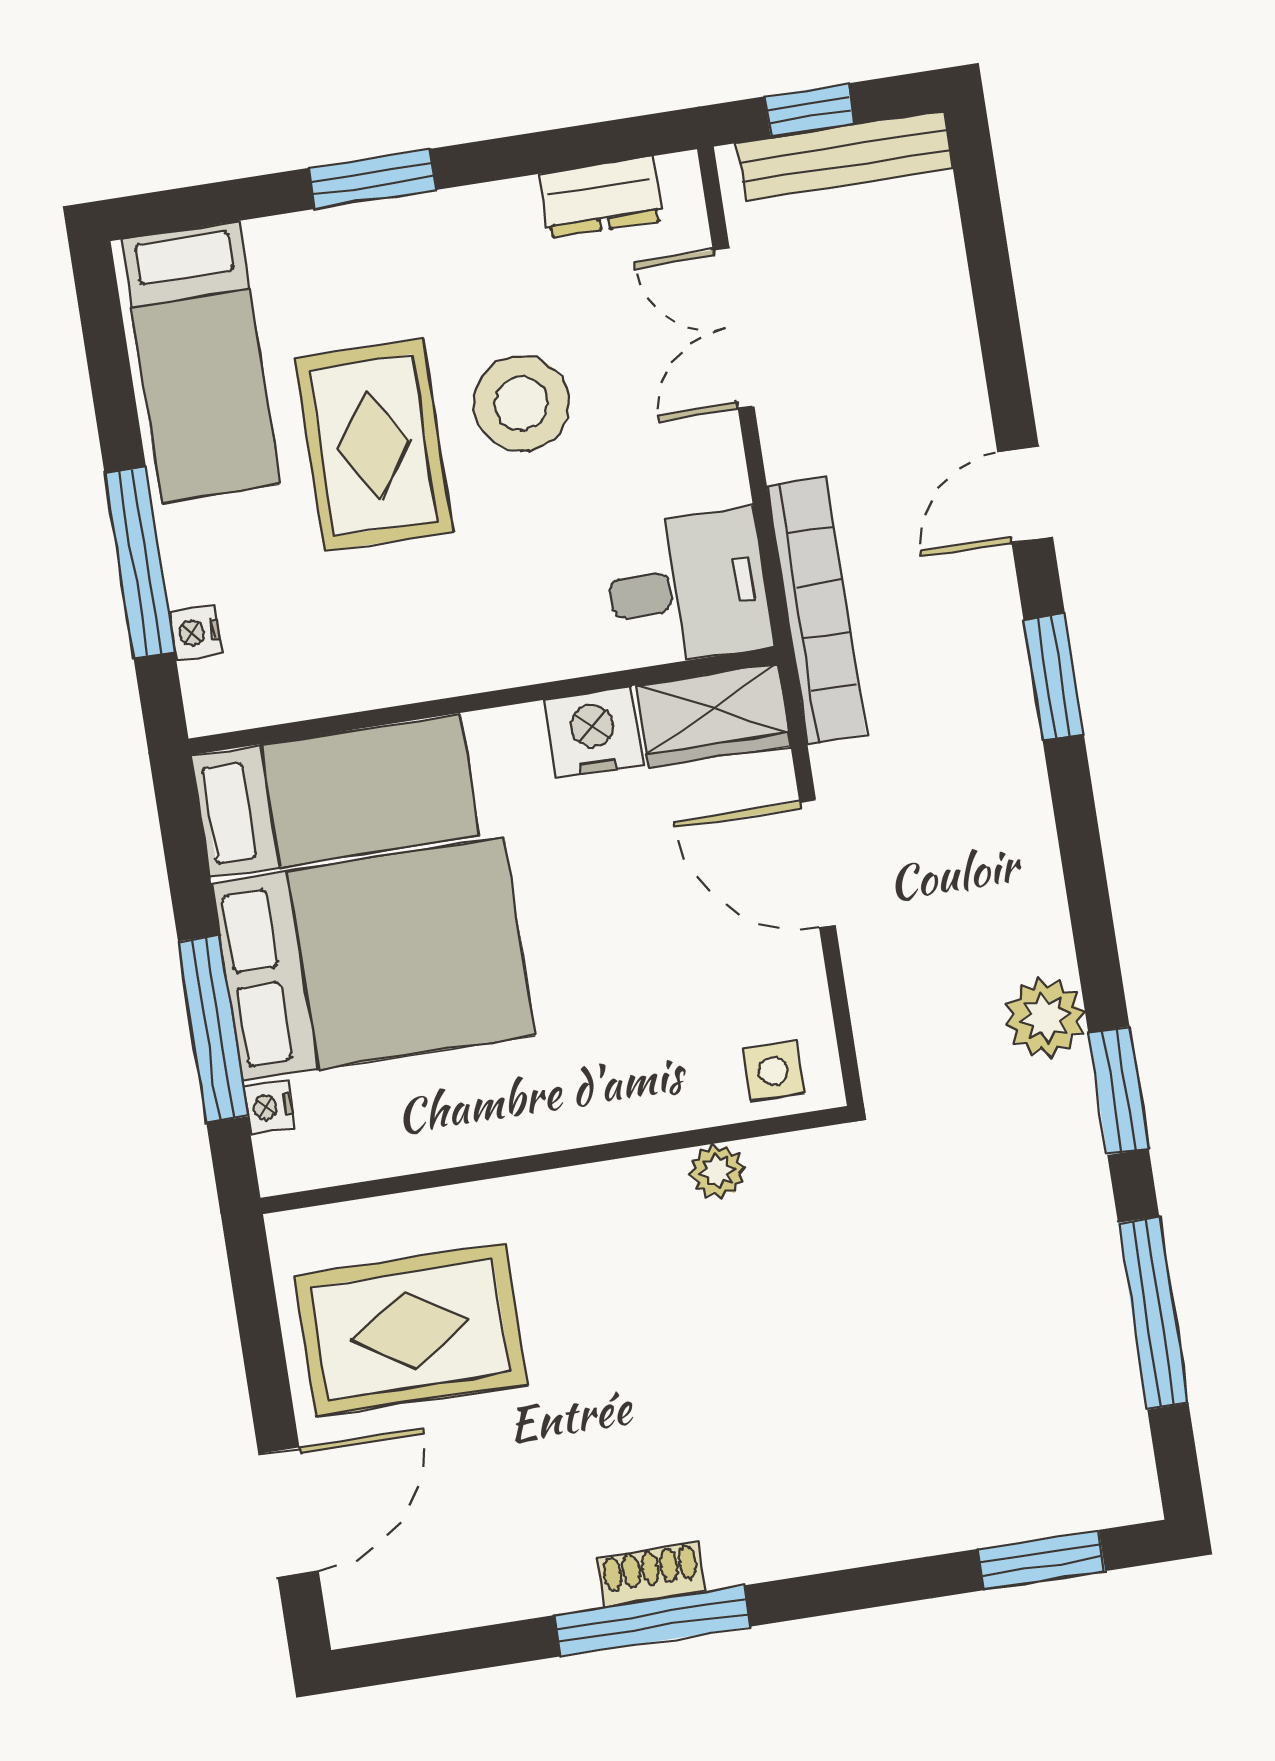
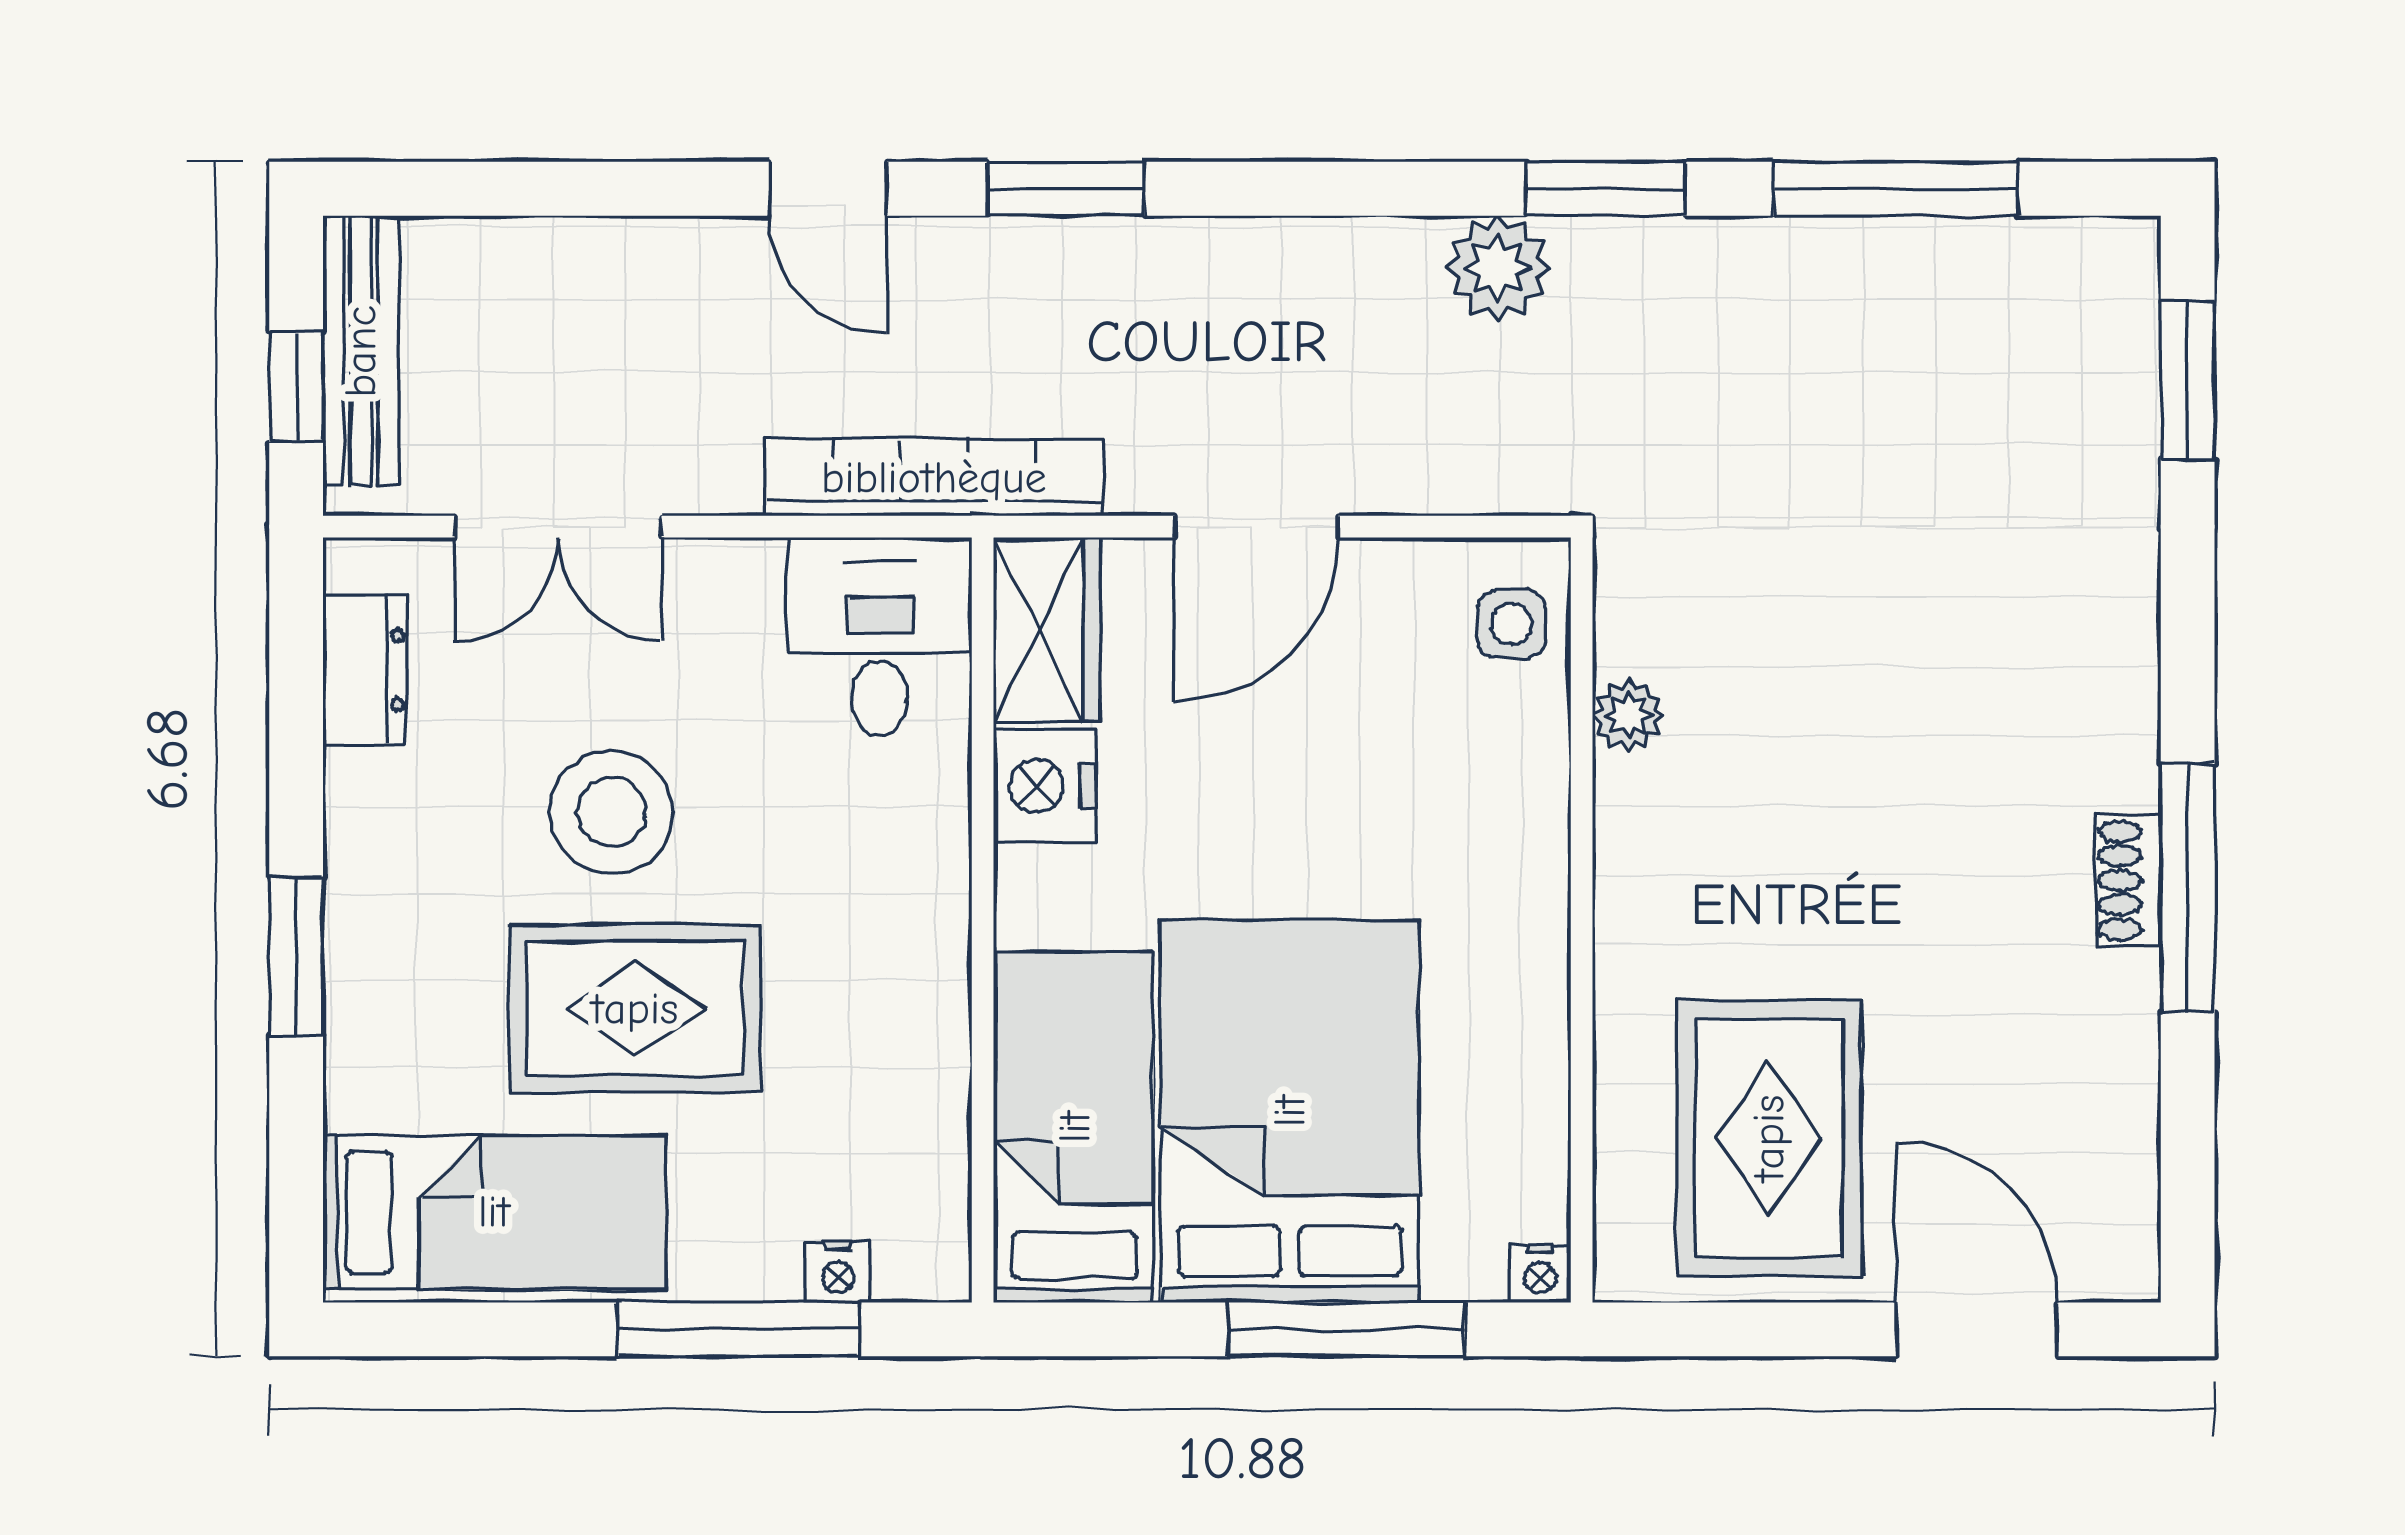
nightstand: (269, 1107) -> (1540, 1273), moved

